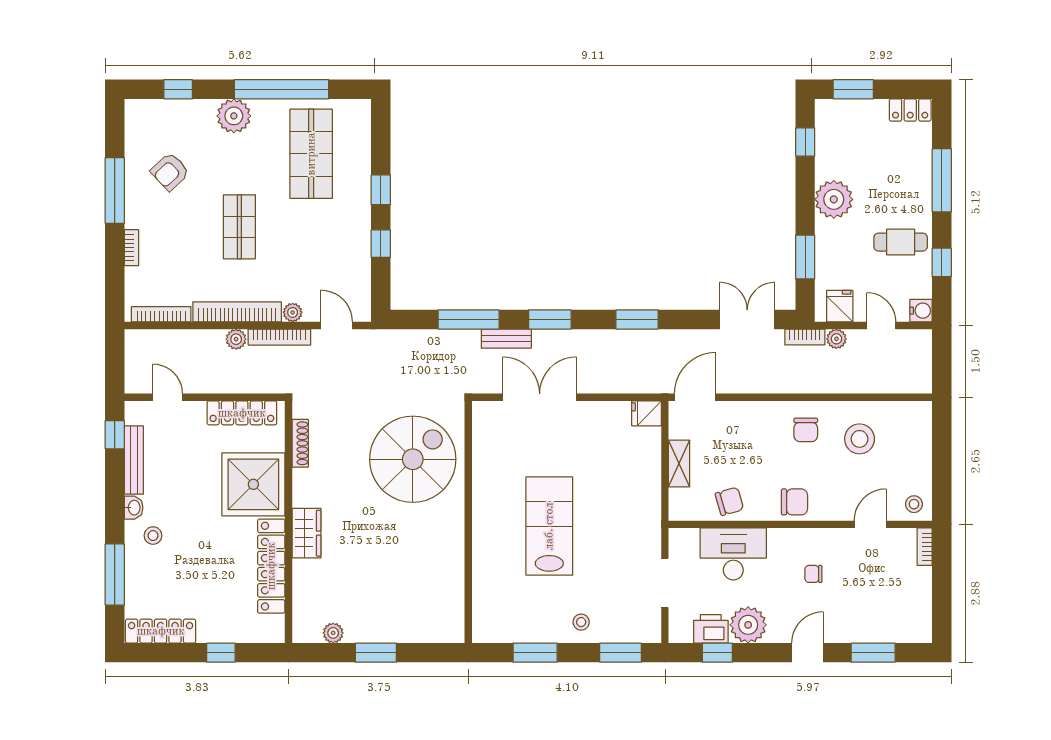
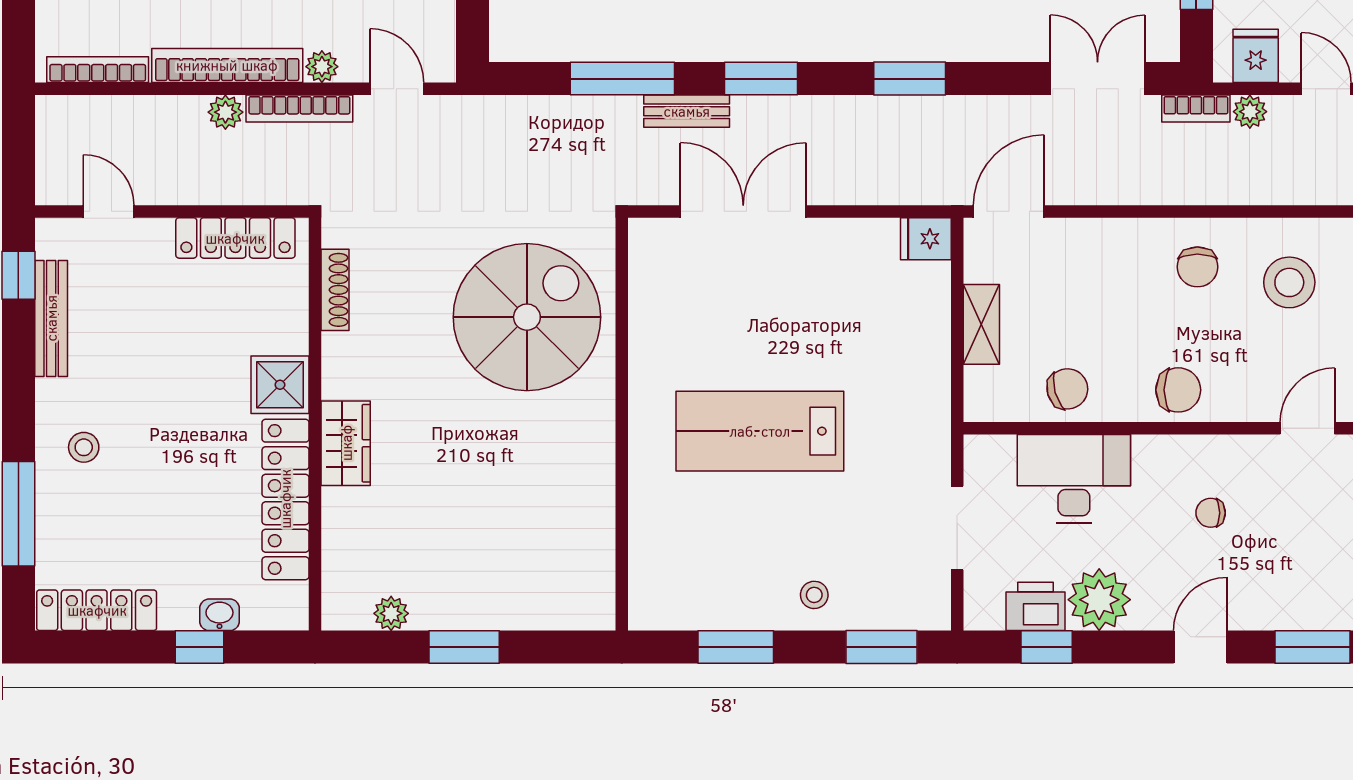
shower: (253, 484) -> (280, 385), width x0.54, depth x0.54
washbasin: (134, 508) -> (219, 615), moved, turned -90
lab bench: (549, 526) -> (760, 431), turned -90

